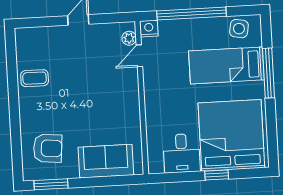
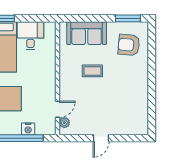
nightstand: (149, 29) -> (28, 129), moved
coffee table: (35, 78) -> (92, 71), moved

